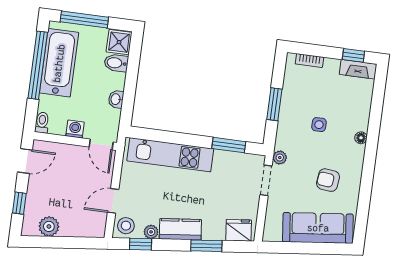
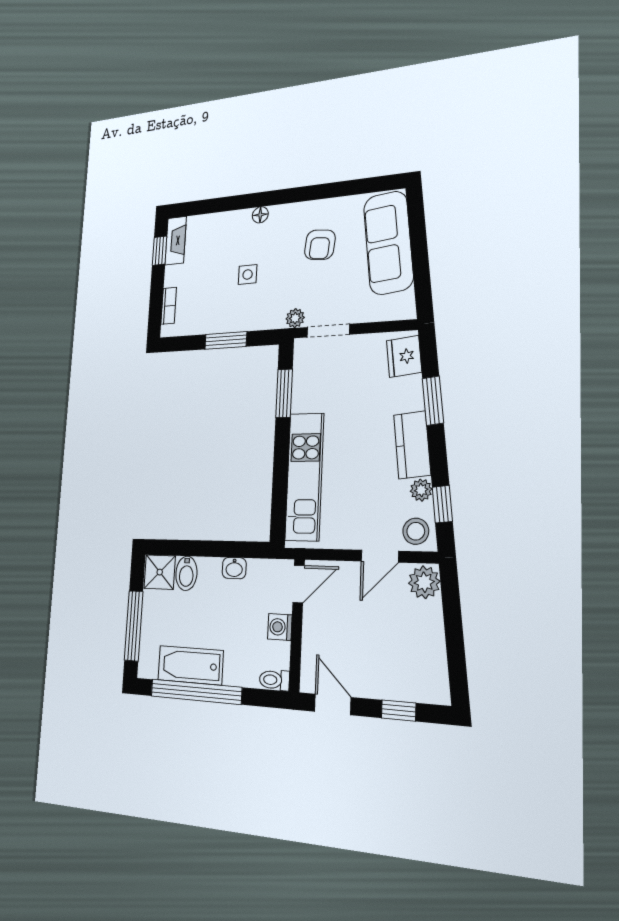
bathtub: (59, 63) -> (190, 665), width x0.73, depth x0.73
door: (113, 201) -> (380, 556), hinge flipped
plant: (49, 226) -> (424, 582), moved

